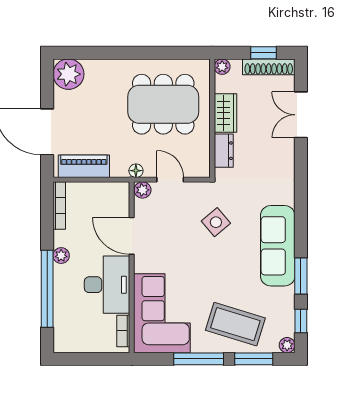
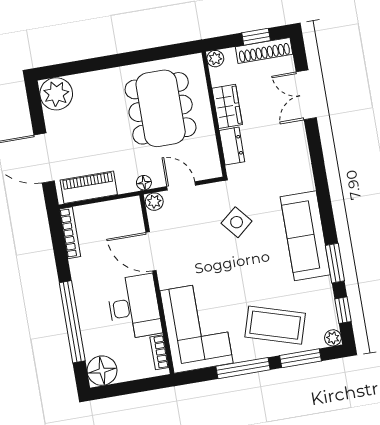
dining table: (163, 104) -> (161, 108), turned 90
plant: (61, 256) -> (81, 285), removed
floor lamp: (67, 339) -> (102, 371), added

